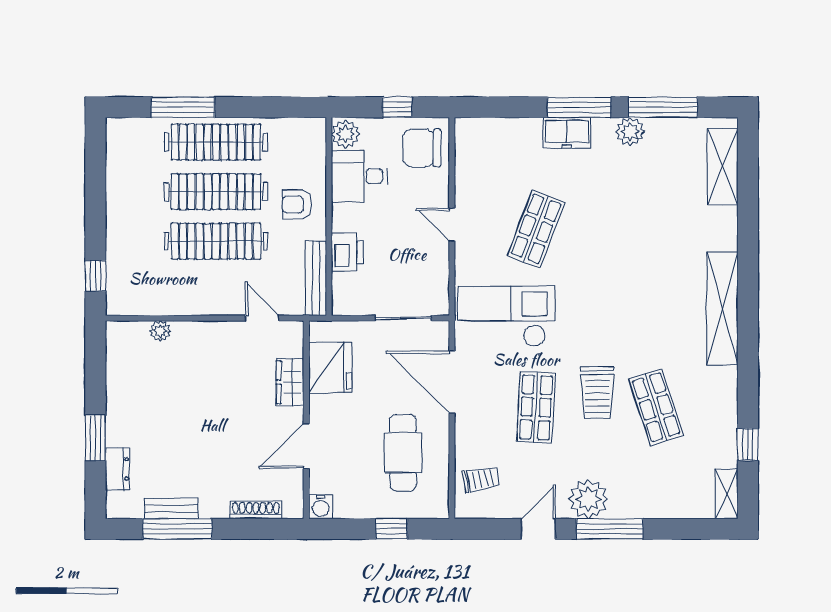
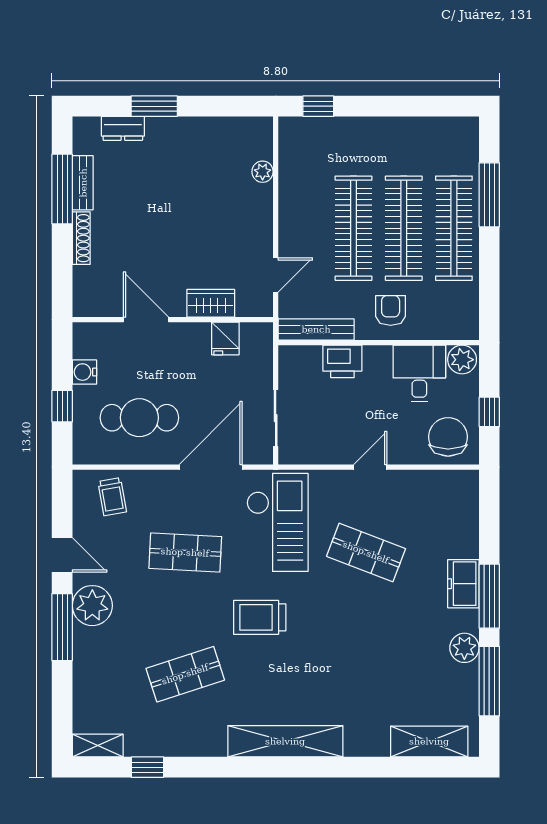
fridge: (330, 368) -> (225, 339), width x0.53, depth x0.75
trolley: (597, 393) -> (260, 617), moved
water cooler: (321, 507) -> (84, 372), moved
shoe rack: (256, 510) -> (81, 238), moved

